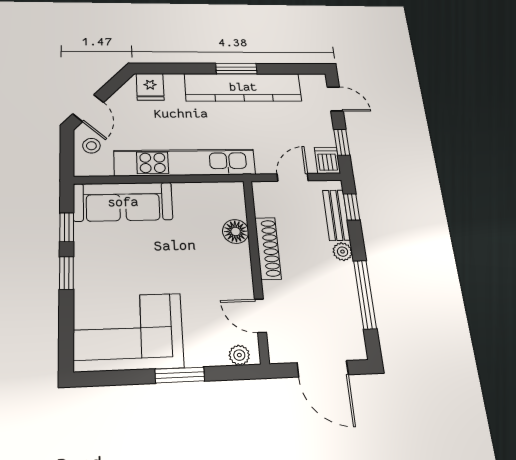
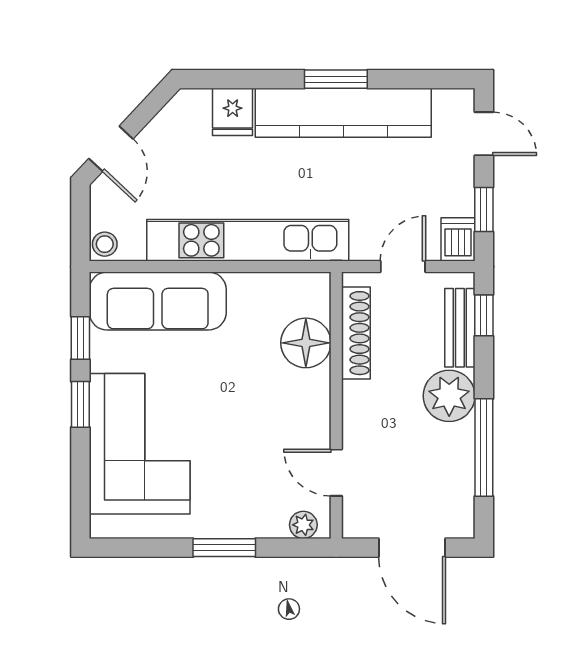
fridge: (150, 87) -> (233, 112), moved
stool: (91, 146) -> (105, 244), moved
floor lamp: (236, 231) -> (306, 343), width x1.38, depth x1.38
shoe rack: (268, 248) -> (356, 333), moved
plant: (343, 252) -> (449, 396), width x1.88, depth x1.88
corner sofa: (128, 332) -> (140, 444), moved, turned 90

